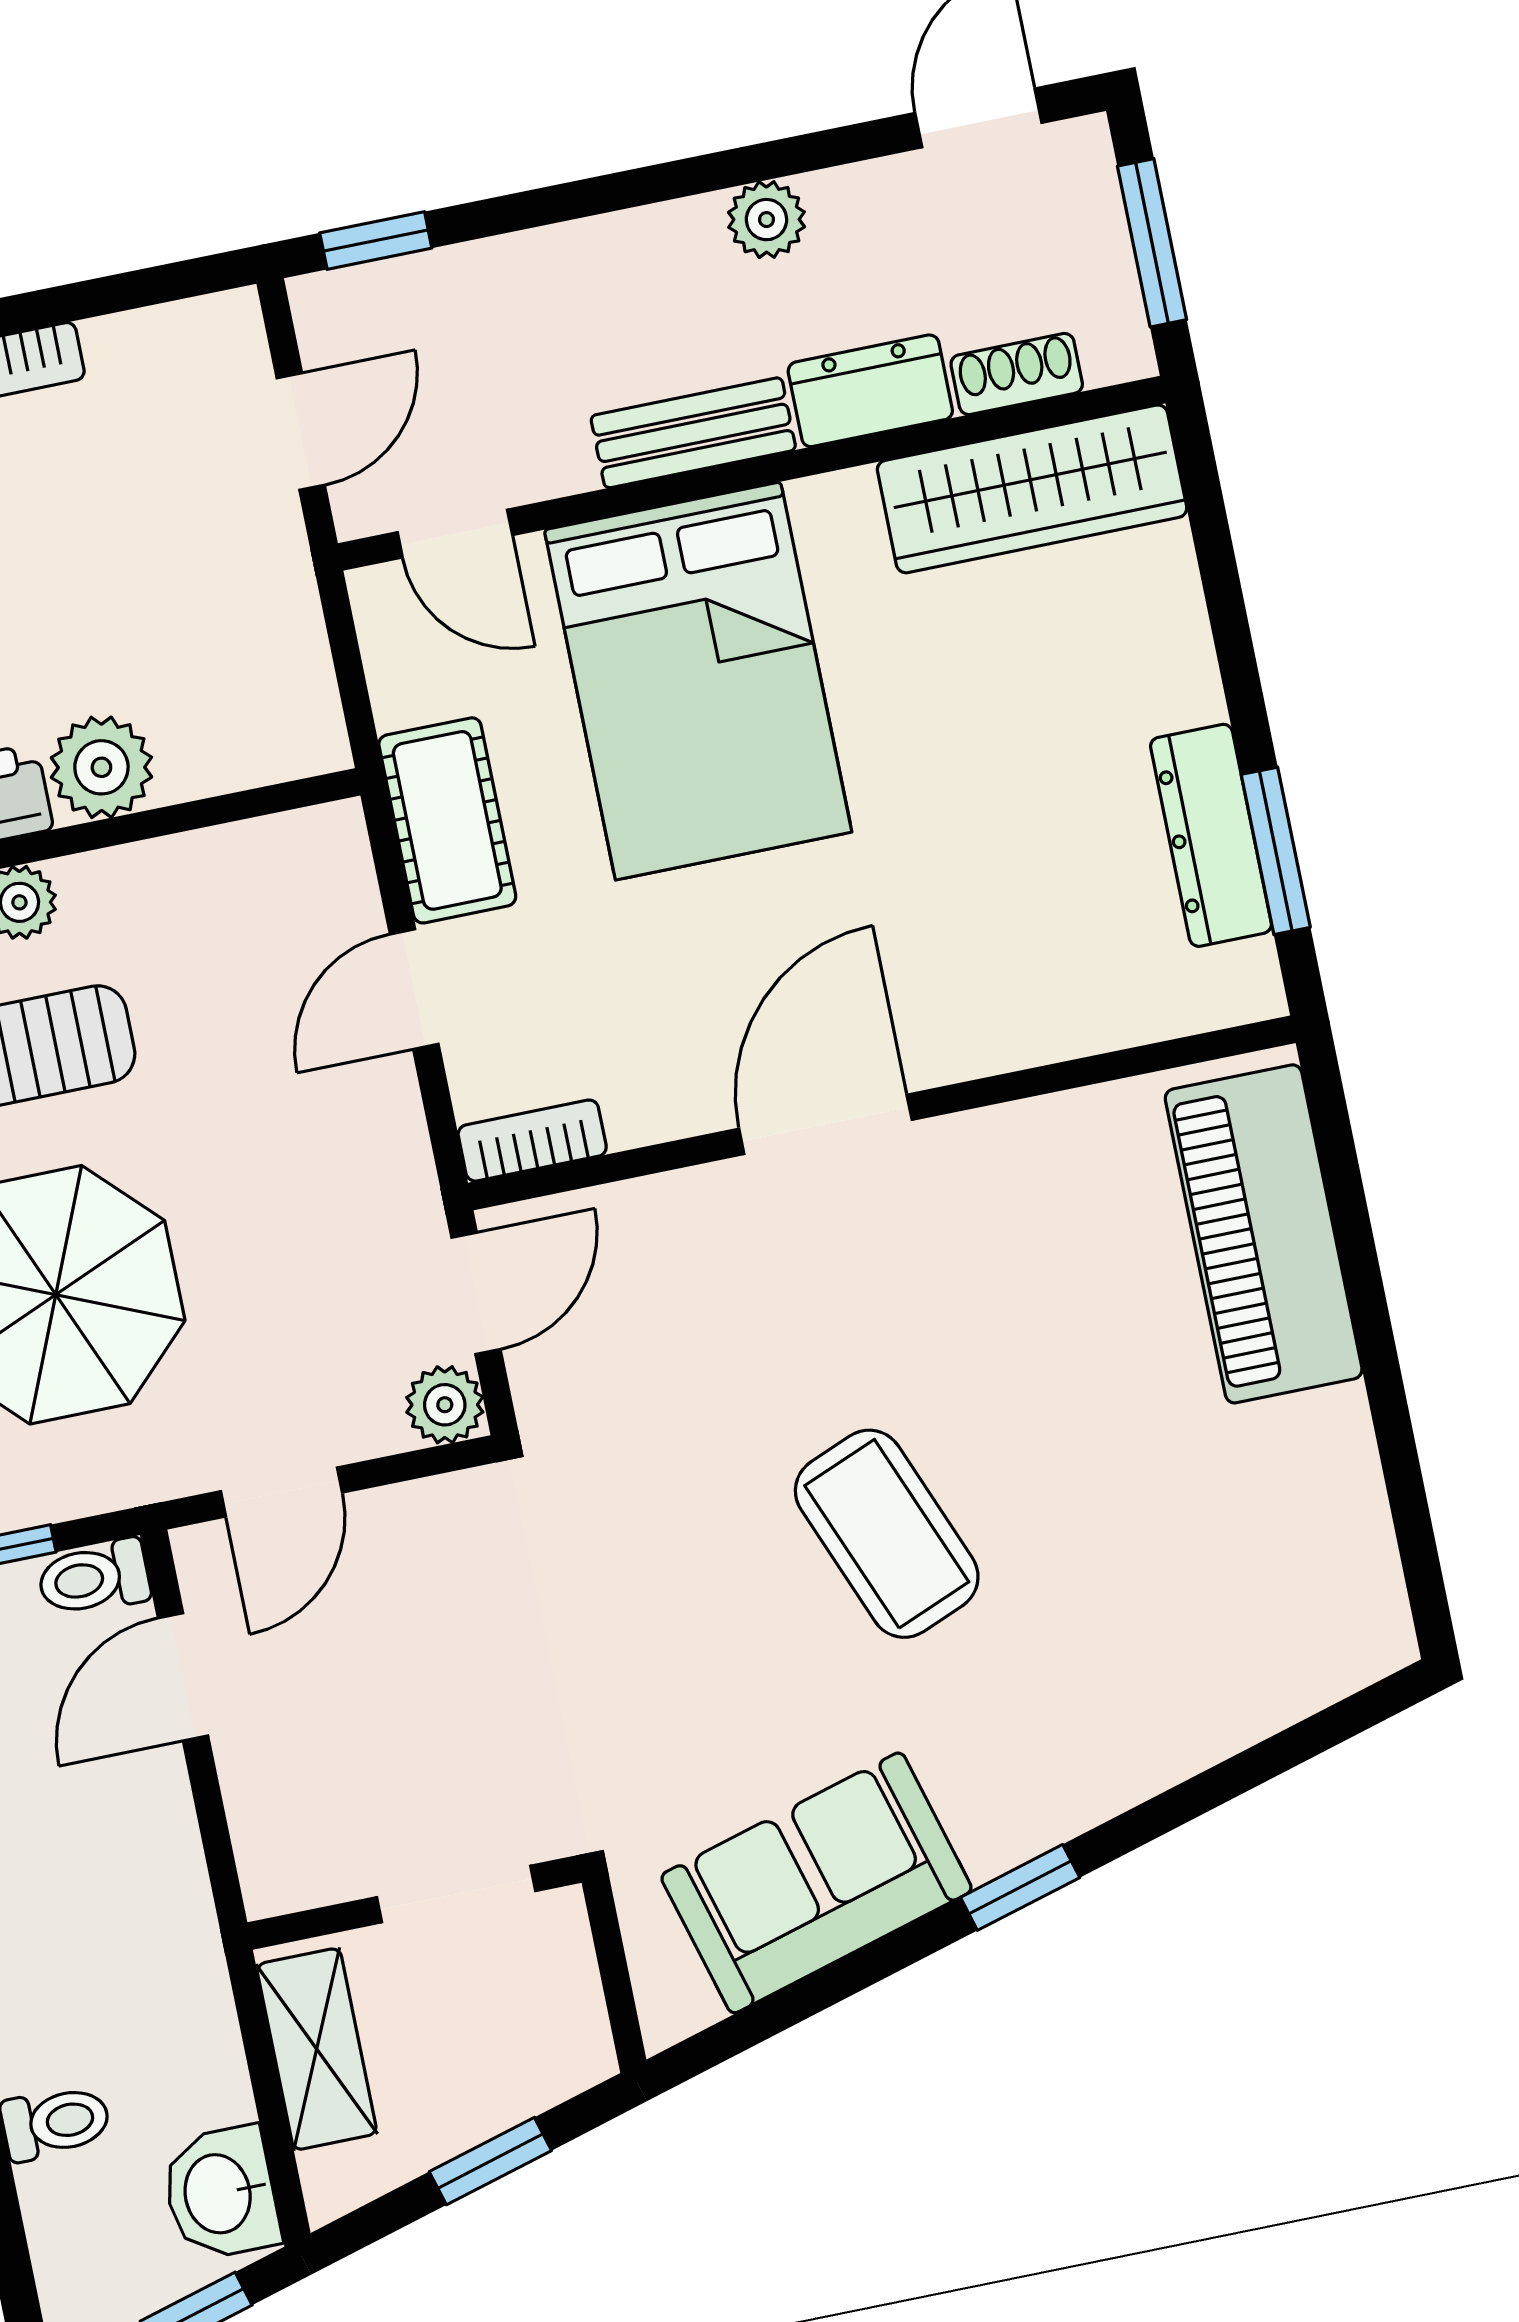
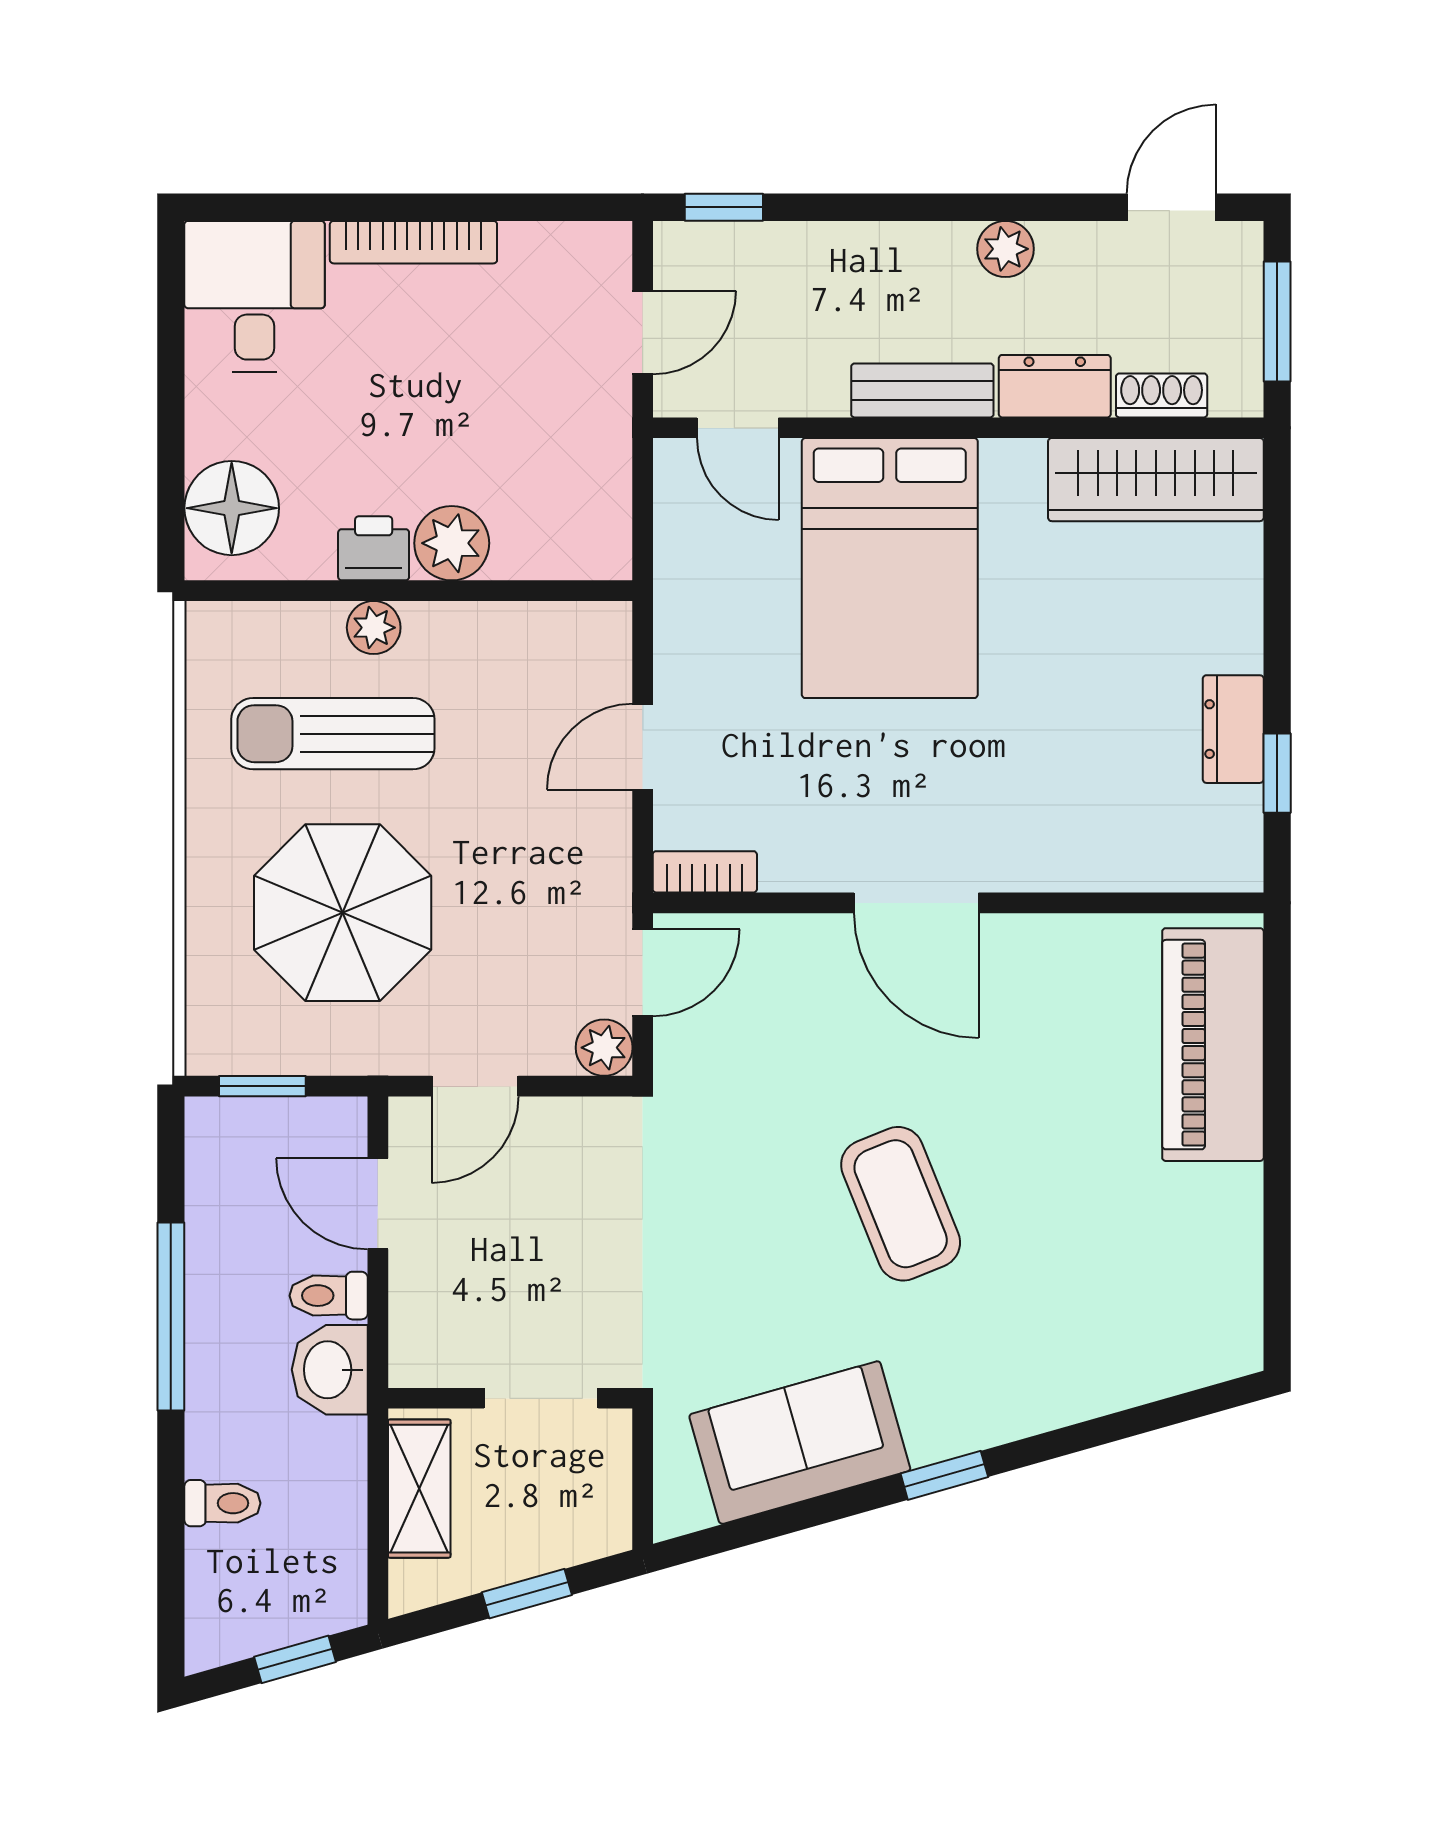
cot: (447, 820) -> (691, 631), removed
dresser: (1211, 835) -> (1233, 729), width x0.70
window: (1276, 851) -> (1277, 773), width x0.67
door: (825, 1124) -> (916, 903), swing flipped
toilet: (94, 1578) -> (329, 1296), moved
door: (183, 1677) -> (378, 1204), hinge flipped
washbasin: (221, 2193) -> (330, 1370), moved

